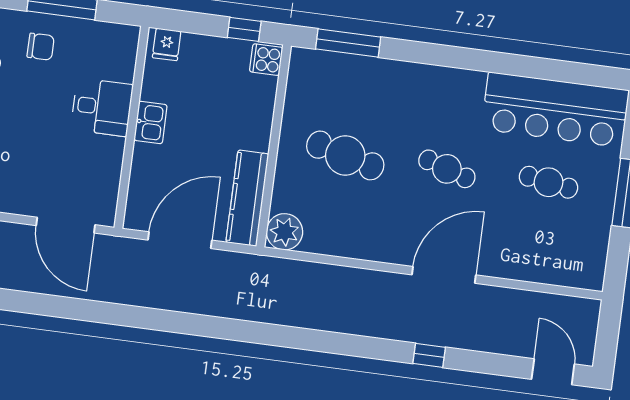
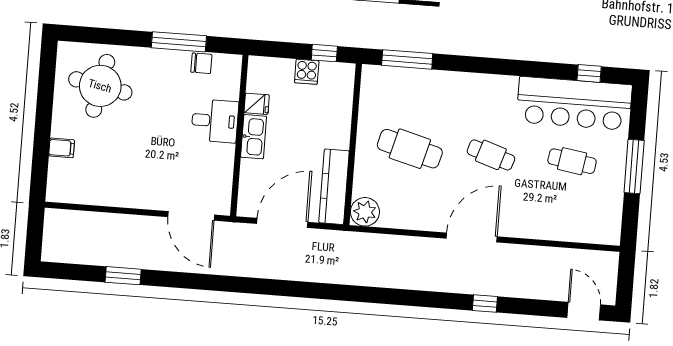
fridge: (167, 44) -> (257, 104), moved, turned -90
chair: (41, 47) -> (201, 63), moved
cooker: (266, 60) -> (307, 72), moved, turned -90
window: (576, 73) -> (589, 73), added
kitchen sink: (151, 122) -> (254, 137), width x1.38
door: (444, 275) -> (472, 237), moved

